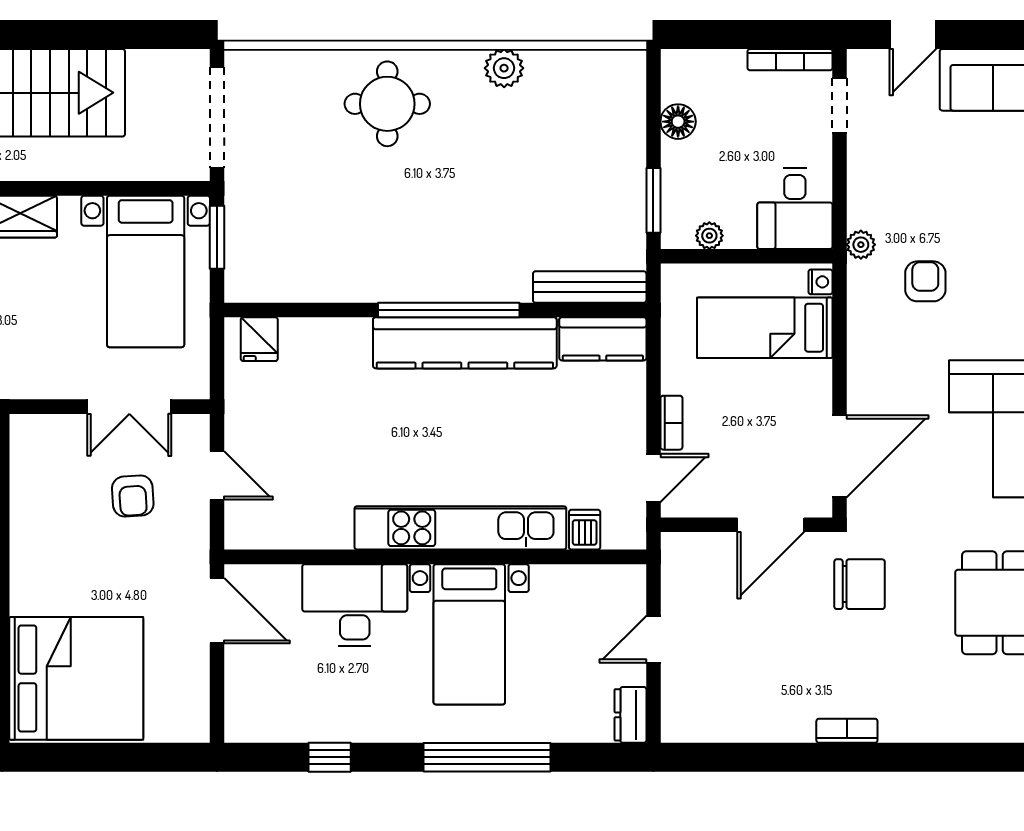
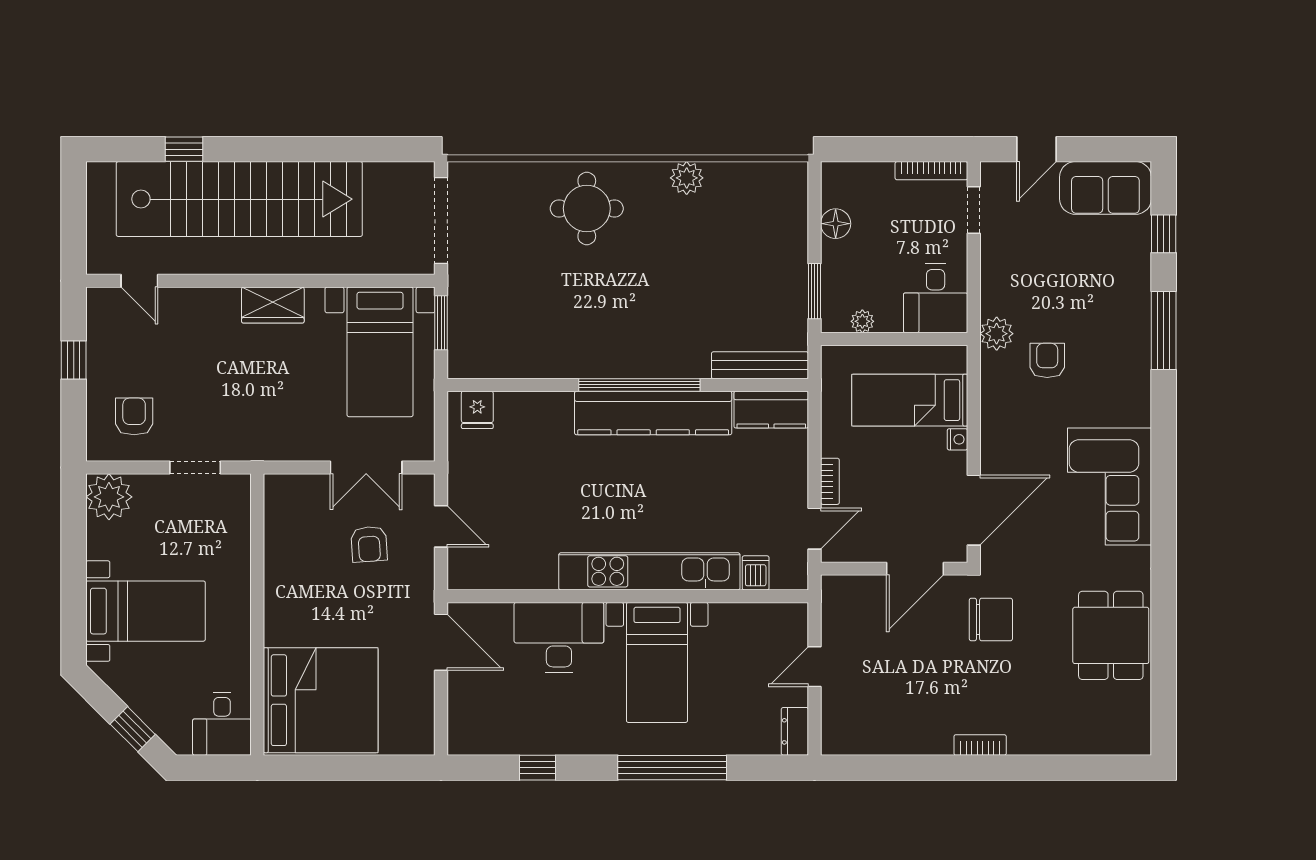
plant: (861, 245) -> (997, 334), width x1.38, depth x1.38
nightstand: (820, 282) -> (957, 439), moved

